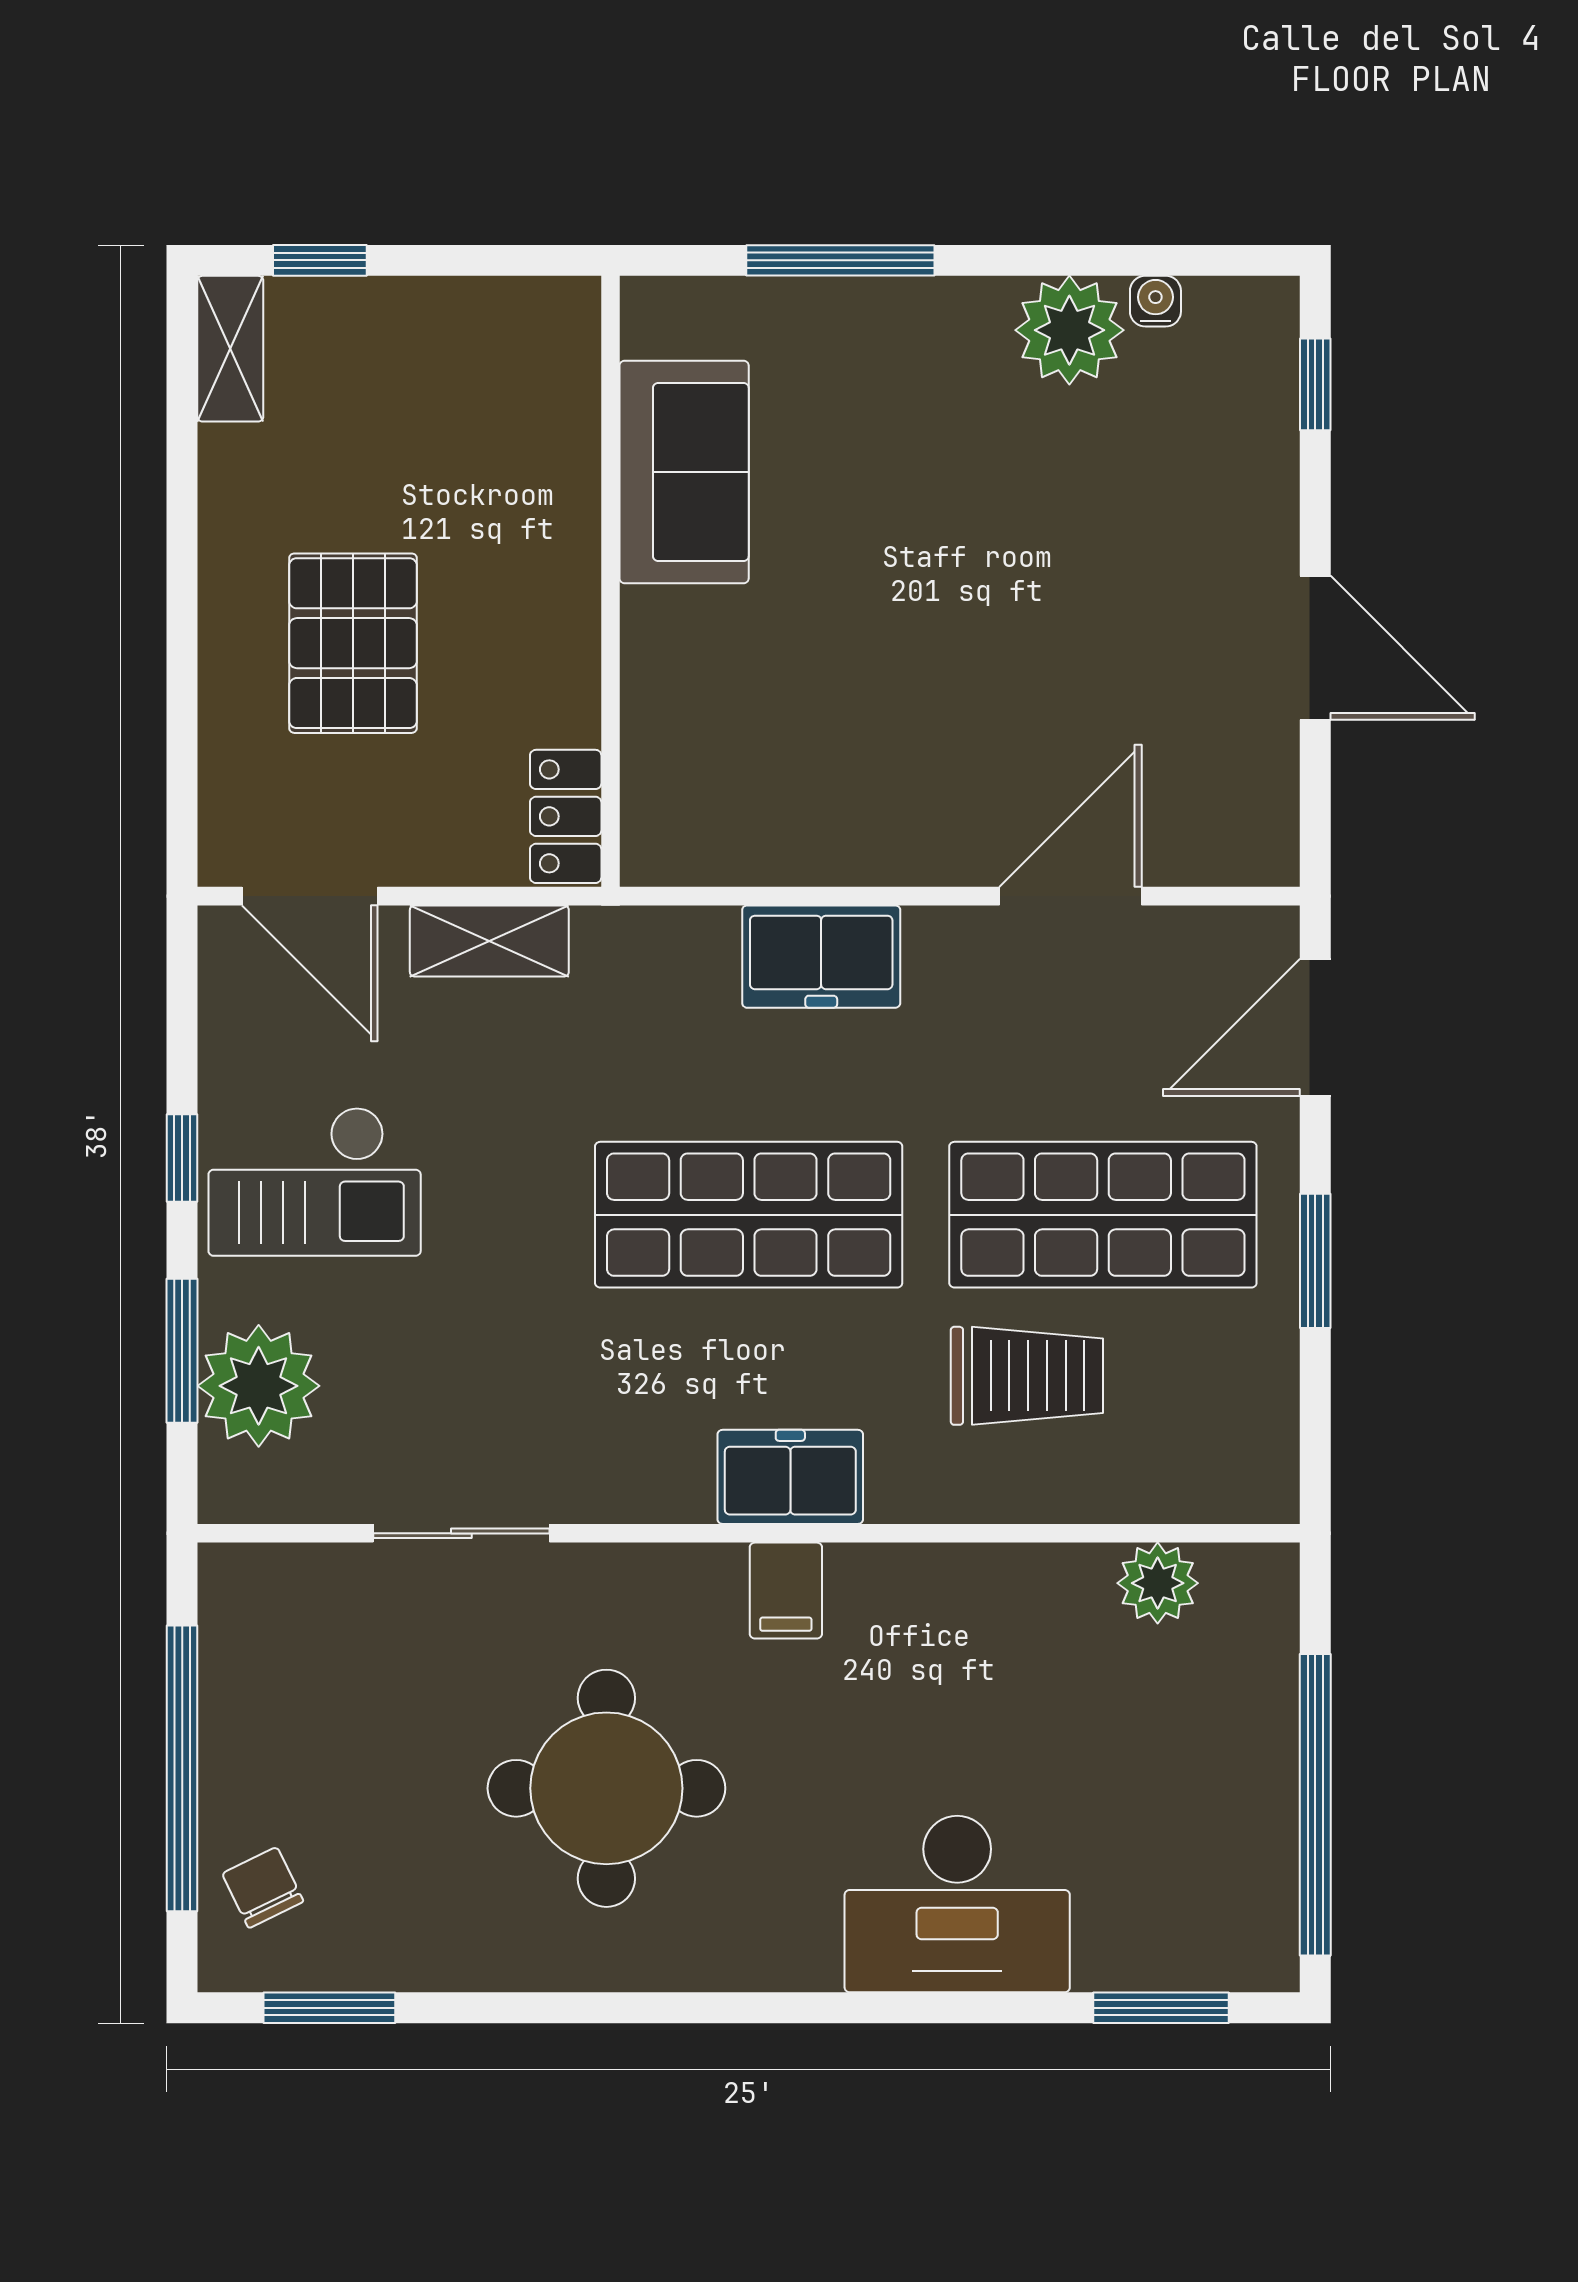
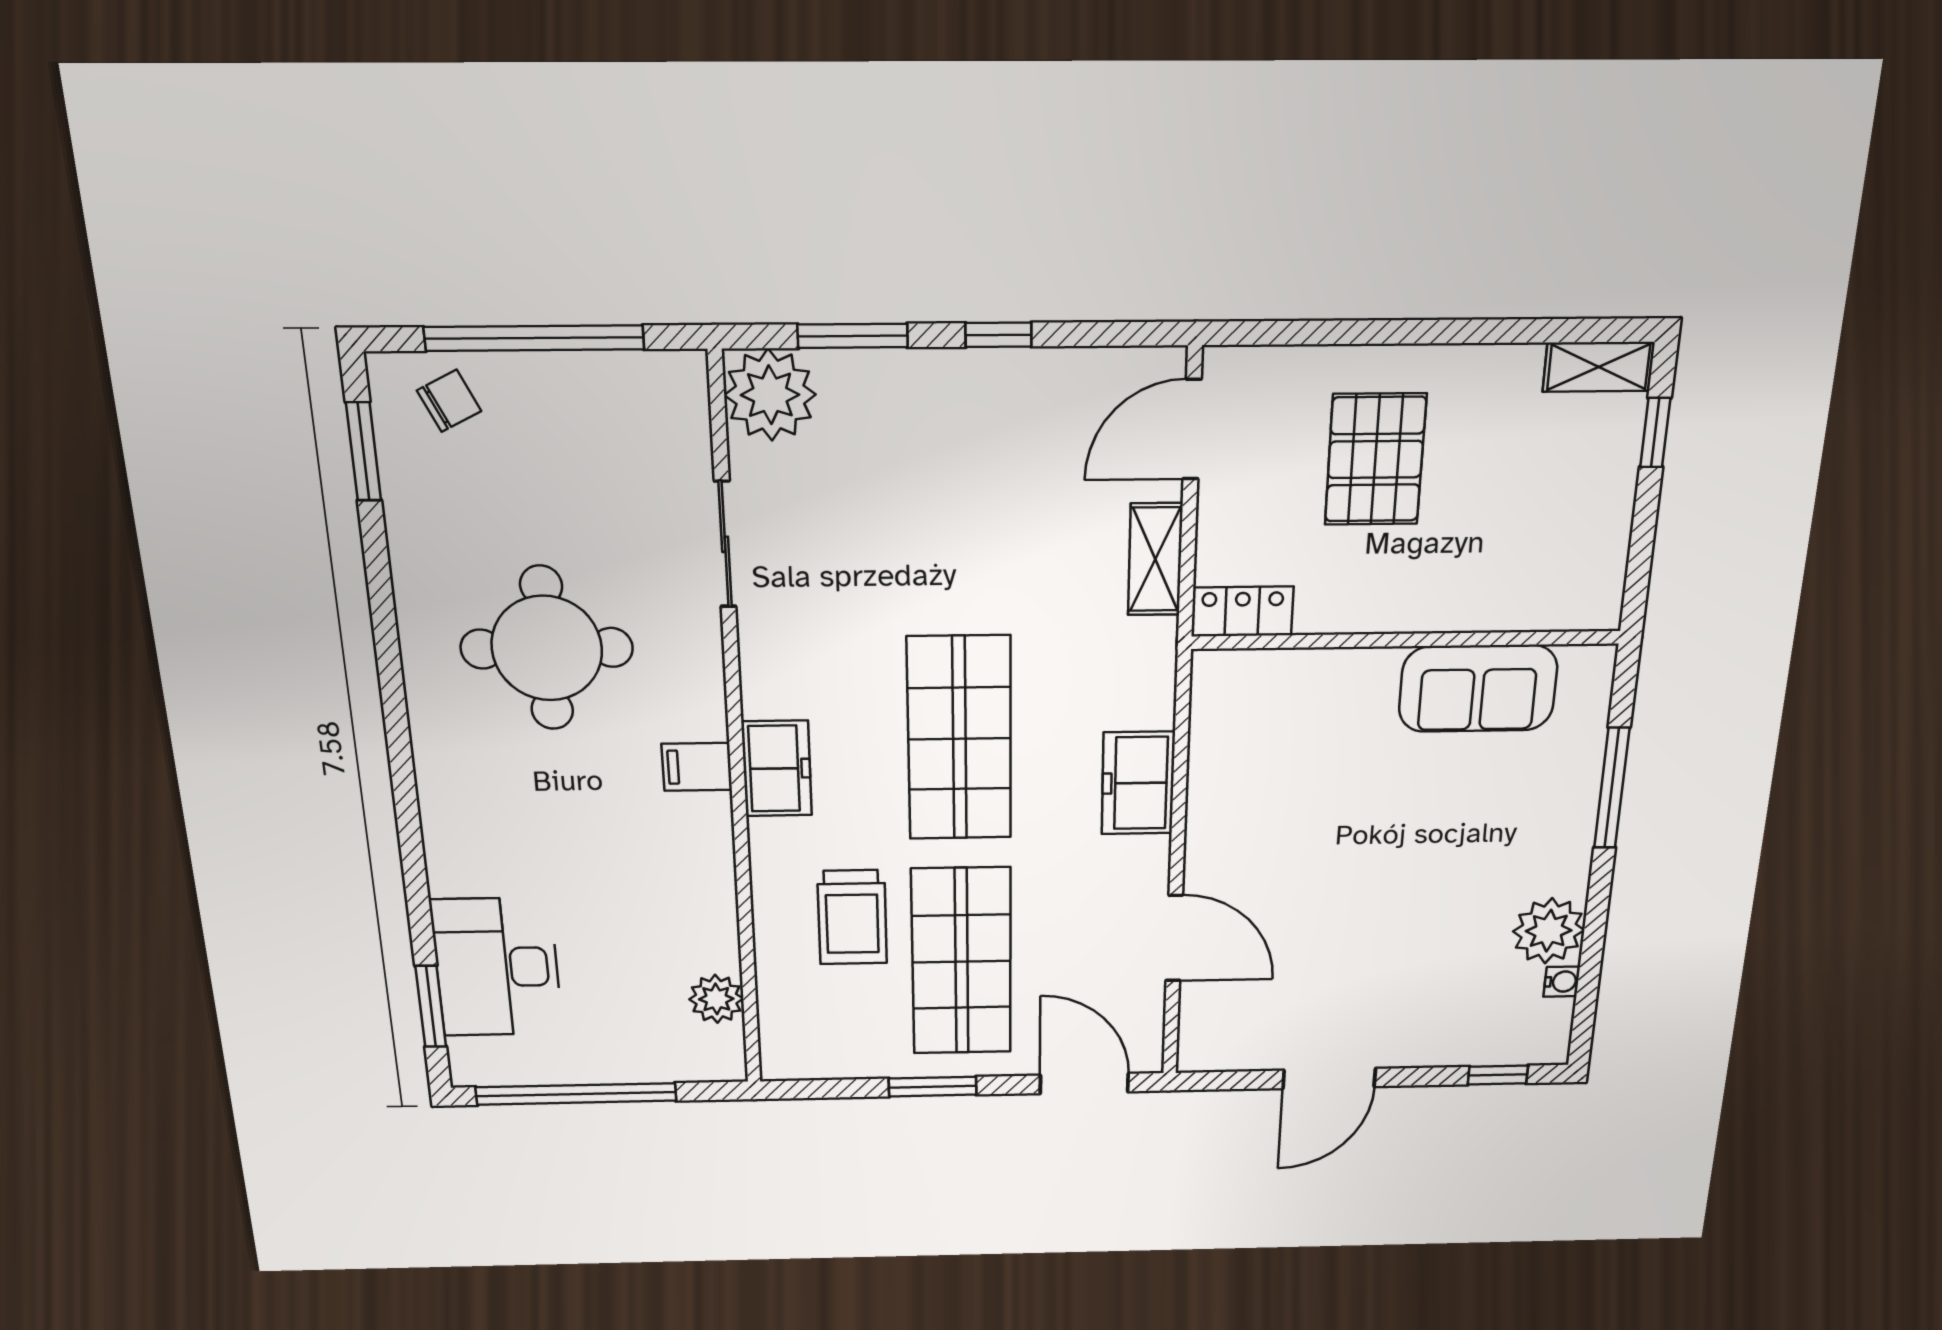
pallet: (353, 643) -> (1375, 459), turned 90
checkout: (315, 1181) -> (981, 435), removed
plant: (259, 1386) -> (770, 395), moved
desk: (957, 1904) -> (497, 967), moved

